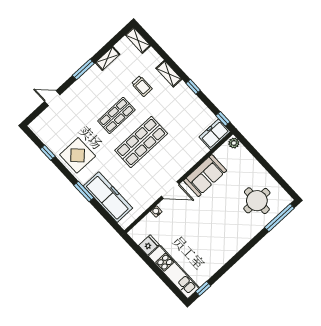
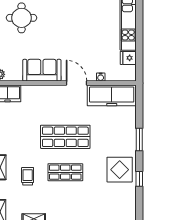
window: (48, 153) -> (139, 179), moved
freezer: (108, 197) -> (112, 95), moved, turned -90

